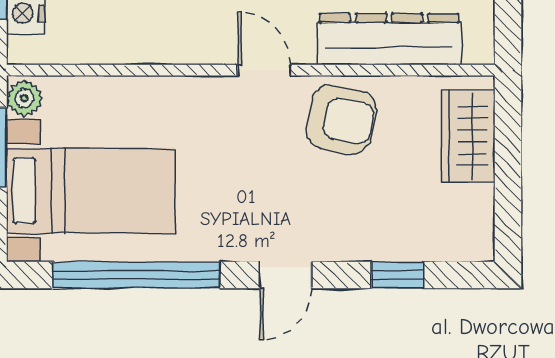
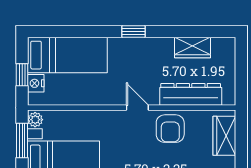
armchair: (341, 119) -> (170, 129), turned 78

